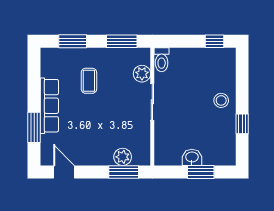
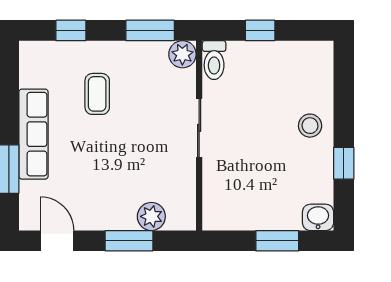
window: (73, 41) -> (71, 30), width x0.67
window: (214, 41) -> (260, 30), moved
plant: (142, 74) -> (182, 54), moved
washbasin: (192, 157) -> (318, 217), moved
window: (124, 172) -> (129, 241), moved

